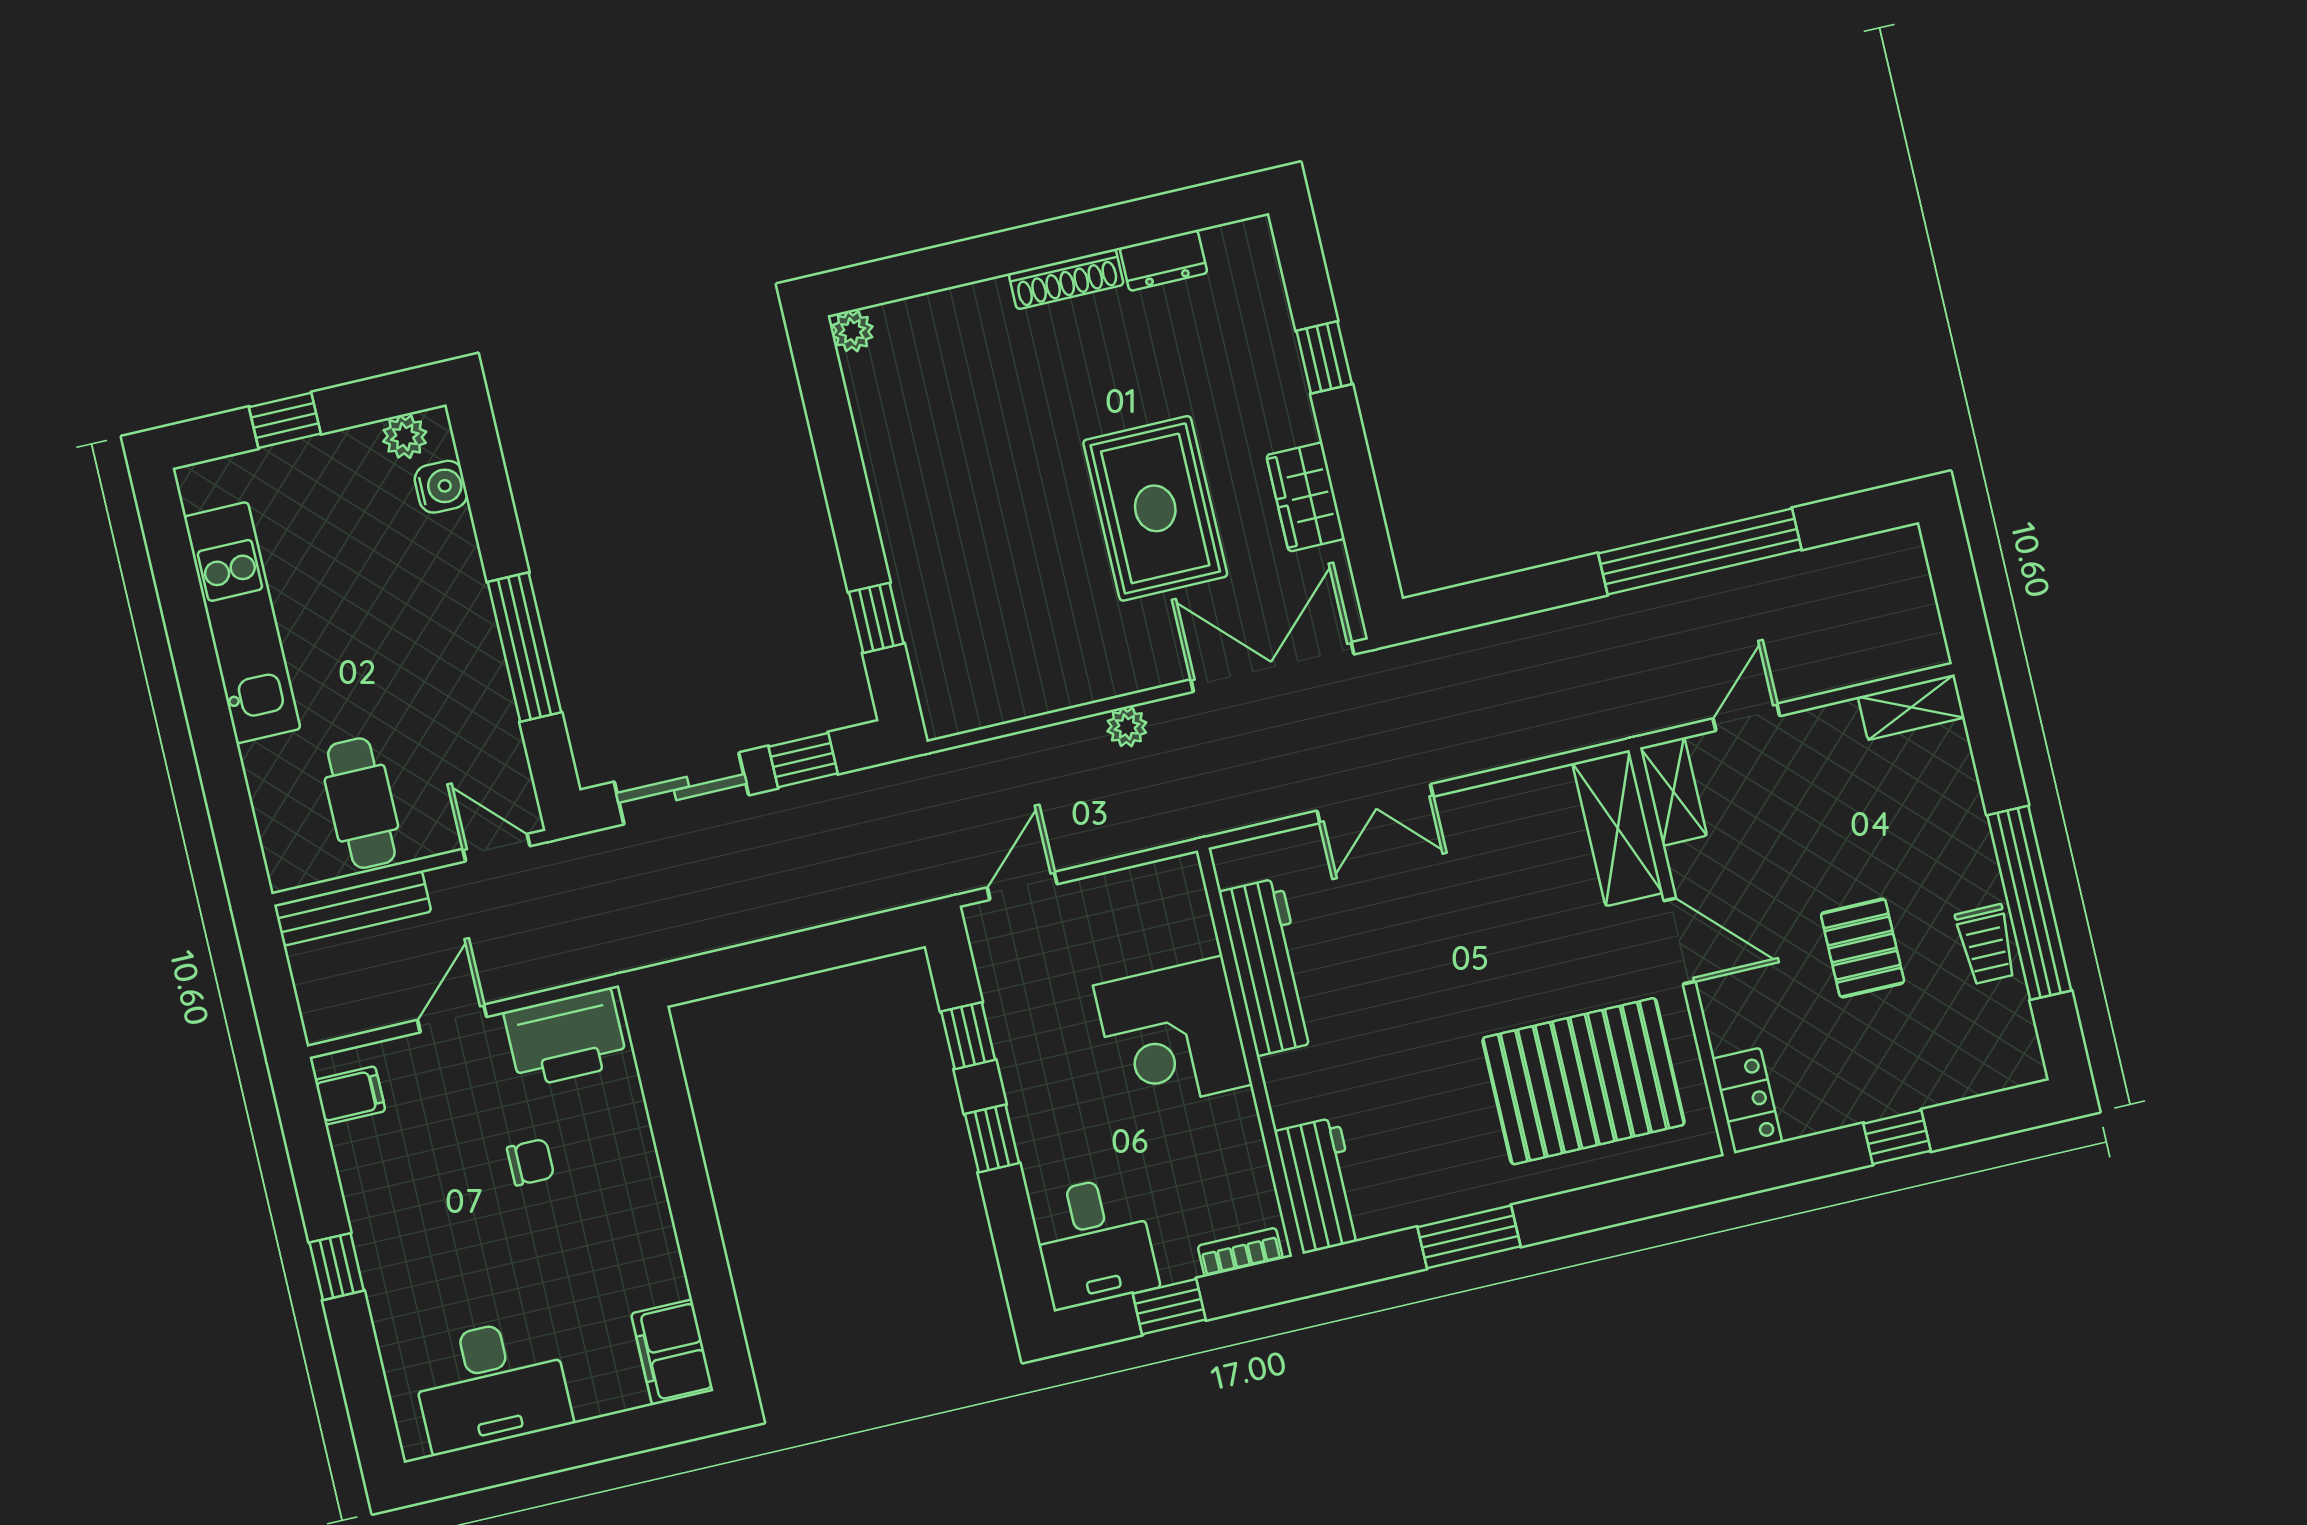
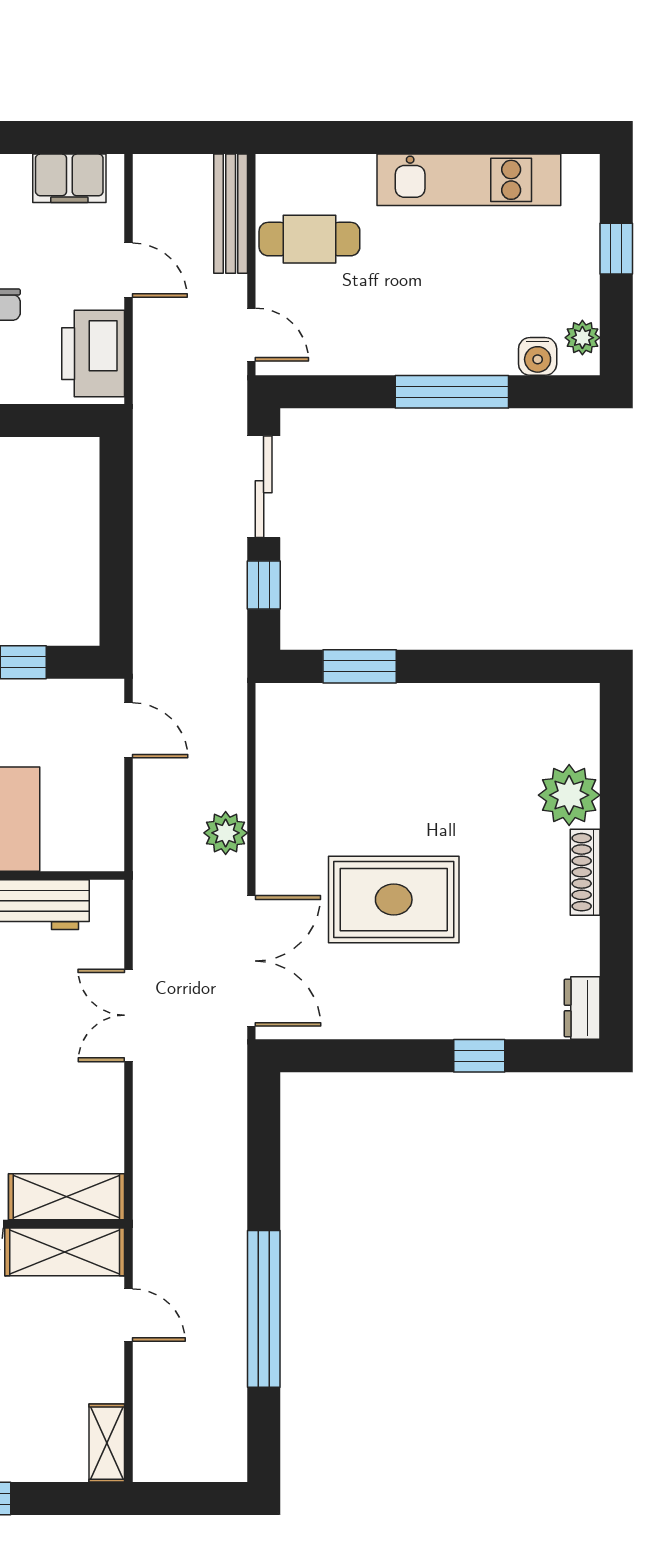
dresser: (1163, 260) -> (582, 1008), moved
plant: (852, 331) -> (569, 795), moved, width x1.87, depth x1.87
wardrobe: (1306, 497) -> (376, 1017), removed
window: (876, 618) -> (360, 666), width x1.50
window: (524, 647) -> (452, 392), moved
plant: (1127, 727) -> (226, 833), width x1.38, depth x1.38
shelving: (1673, 792) -> (65, 1252), width x1.50, depth x1.33
door: (496, 848) -> (251, 335), hinge flipped
filing cabinet: (350, 1095) -> (69, 178), width x2.00

